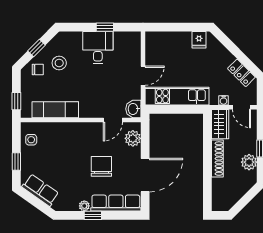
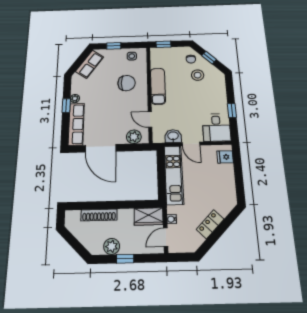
fridge: (199, 40) -> (225, 157), moved
desk: (98, 48) -> (216, 128), moved, turned 90
locker: (241, 73) -> (210, 224), moved
washbasin: (133, 109) -> (173, 136), moved
exam couch: (55, 110) -> (158, 86), moved
shoe rack: (217, 159) -> (99, 215), moved
chair: (101, 166) -> (127, 83), moved

